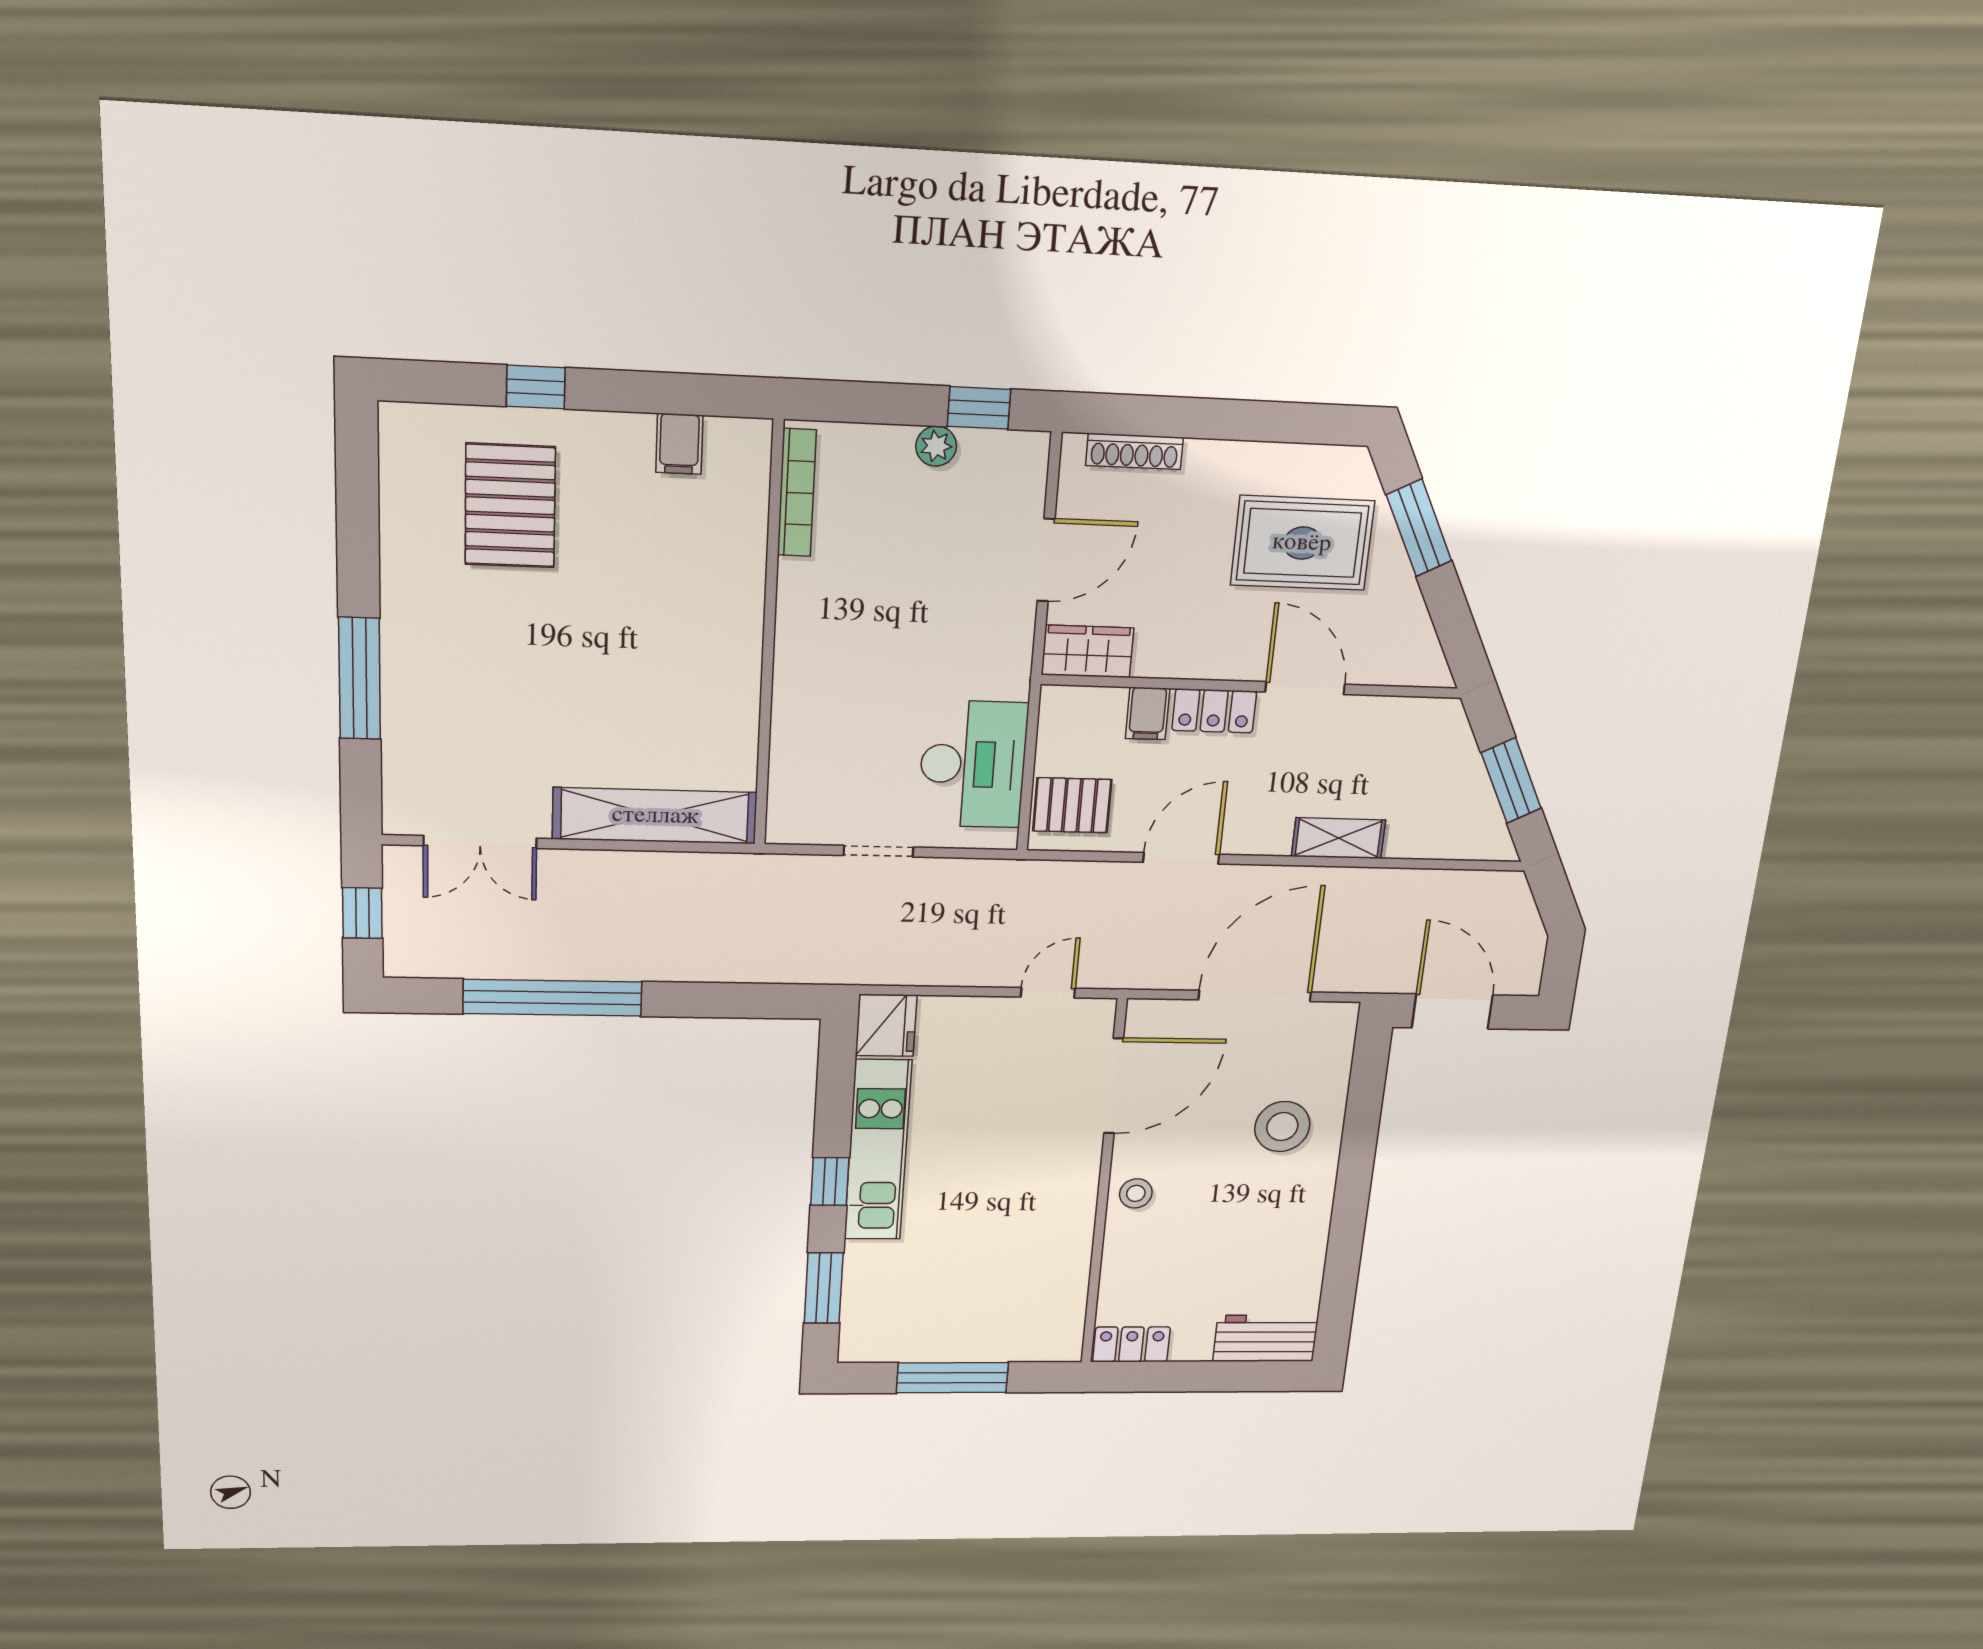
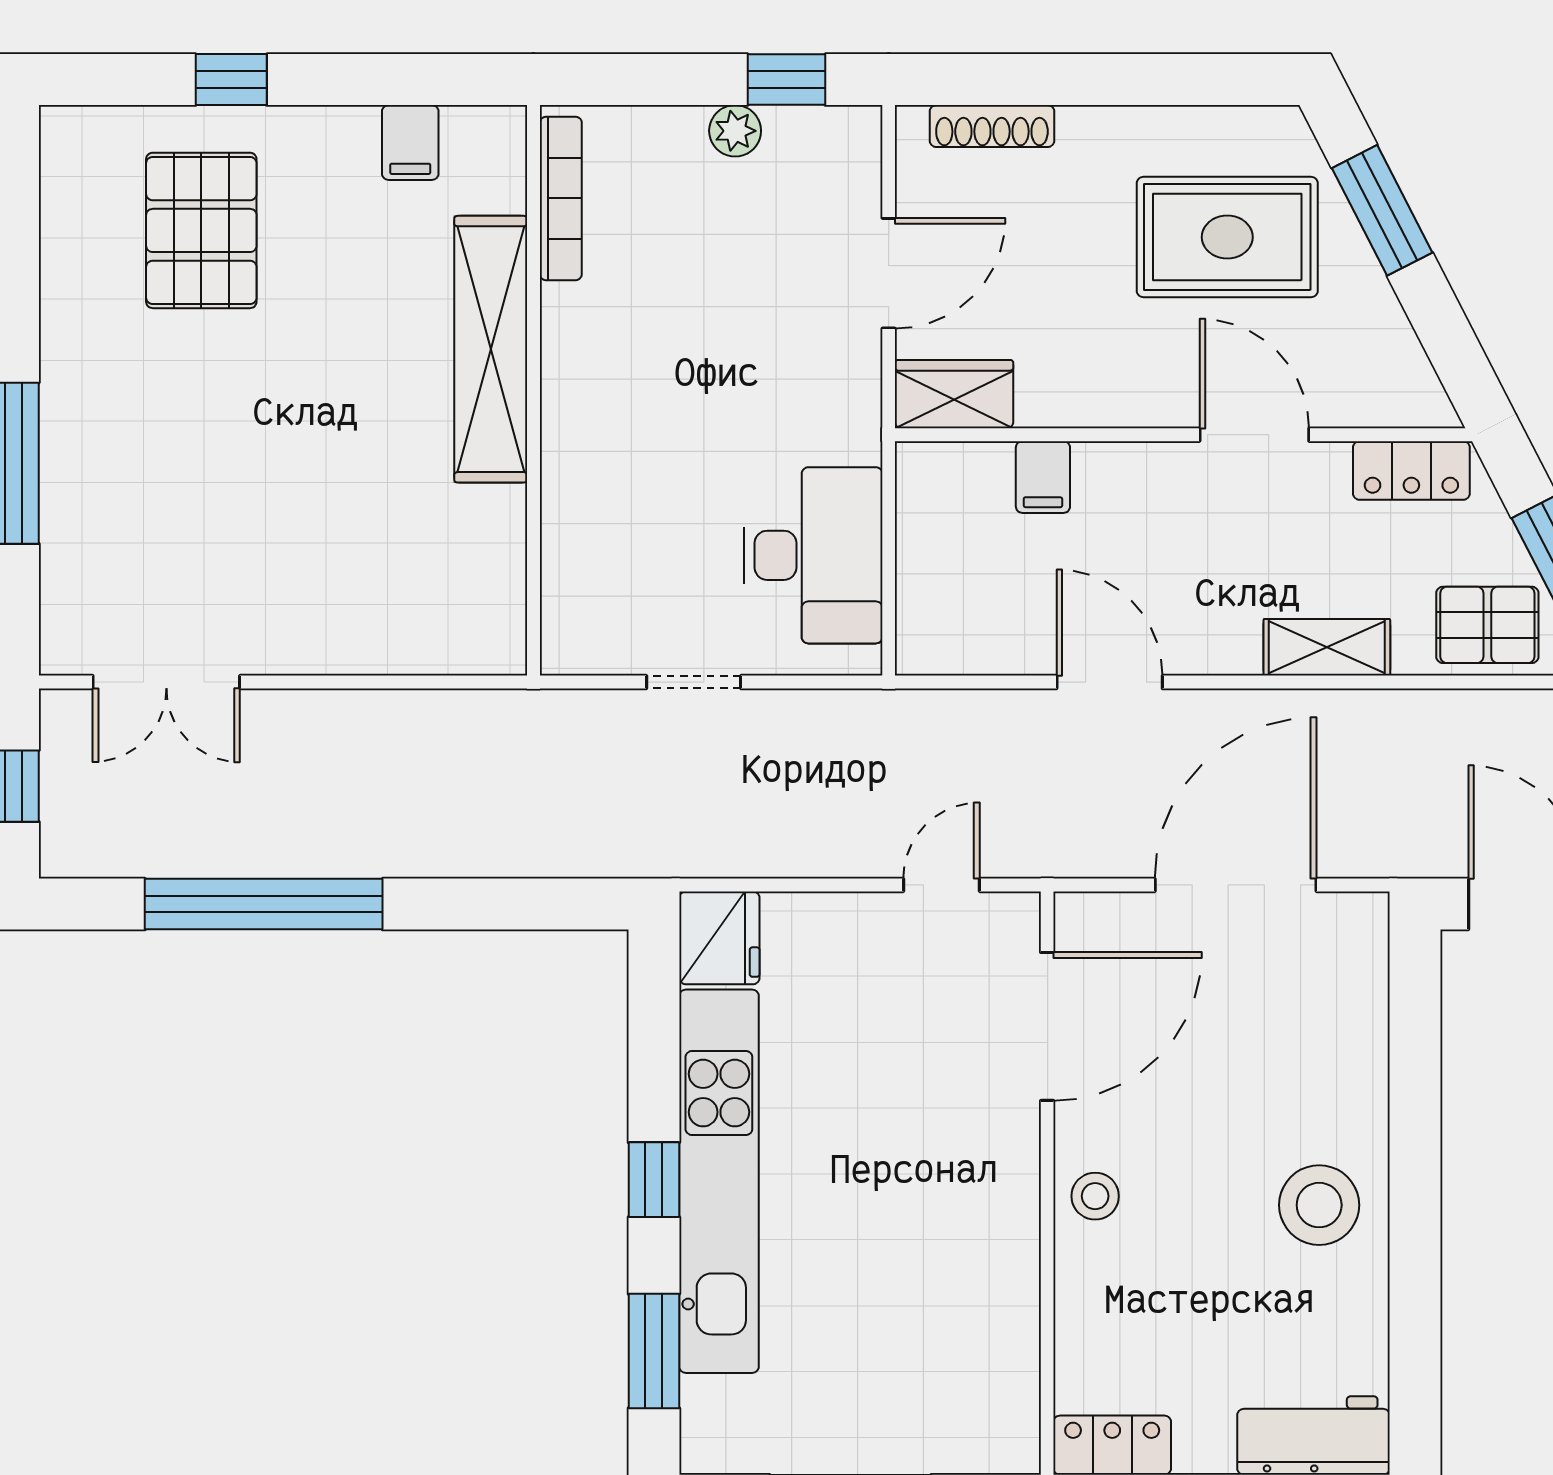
locker: (1214, 711) -> (1411, 470), moved
pallet: (1072, 805) -> (1487, 625), moved
shelving: (655, 816) -> (491, 349), moved, turned 90
door: (1181, 858) -> (1110, 682), hinge flipped
stool: (1282, 1127) -> (1319, 1205), moved
kitchen unit: (878, 1150) -> (719, 1181), width x1.36

